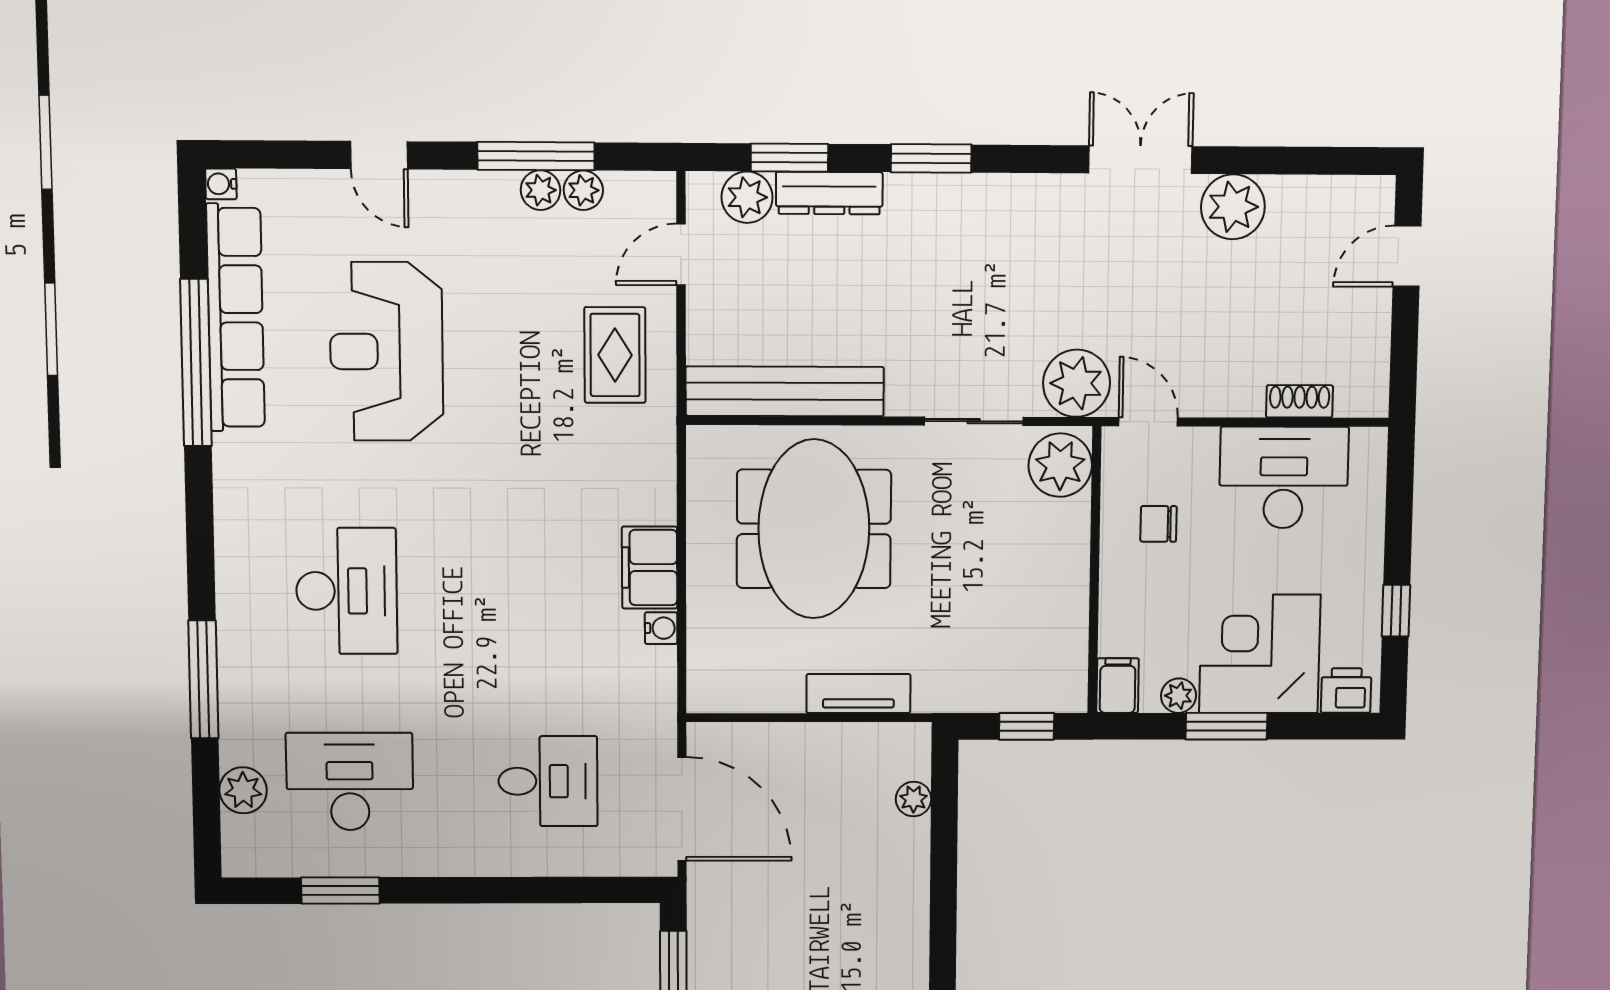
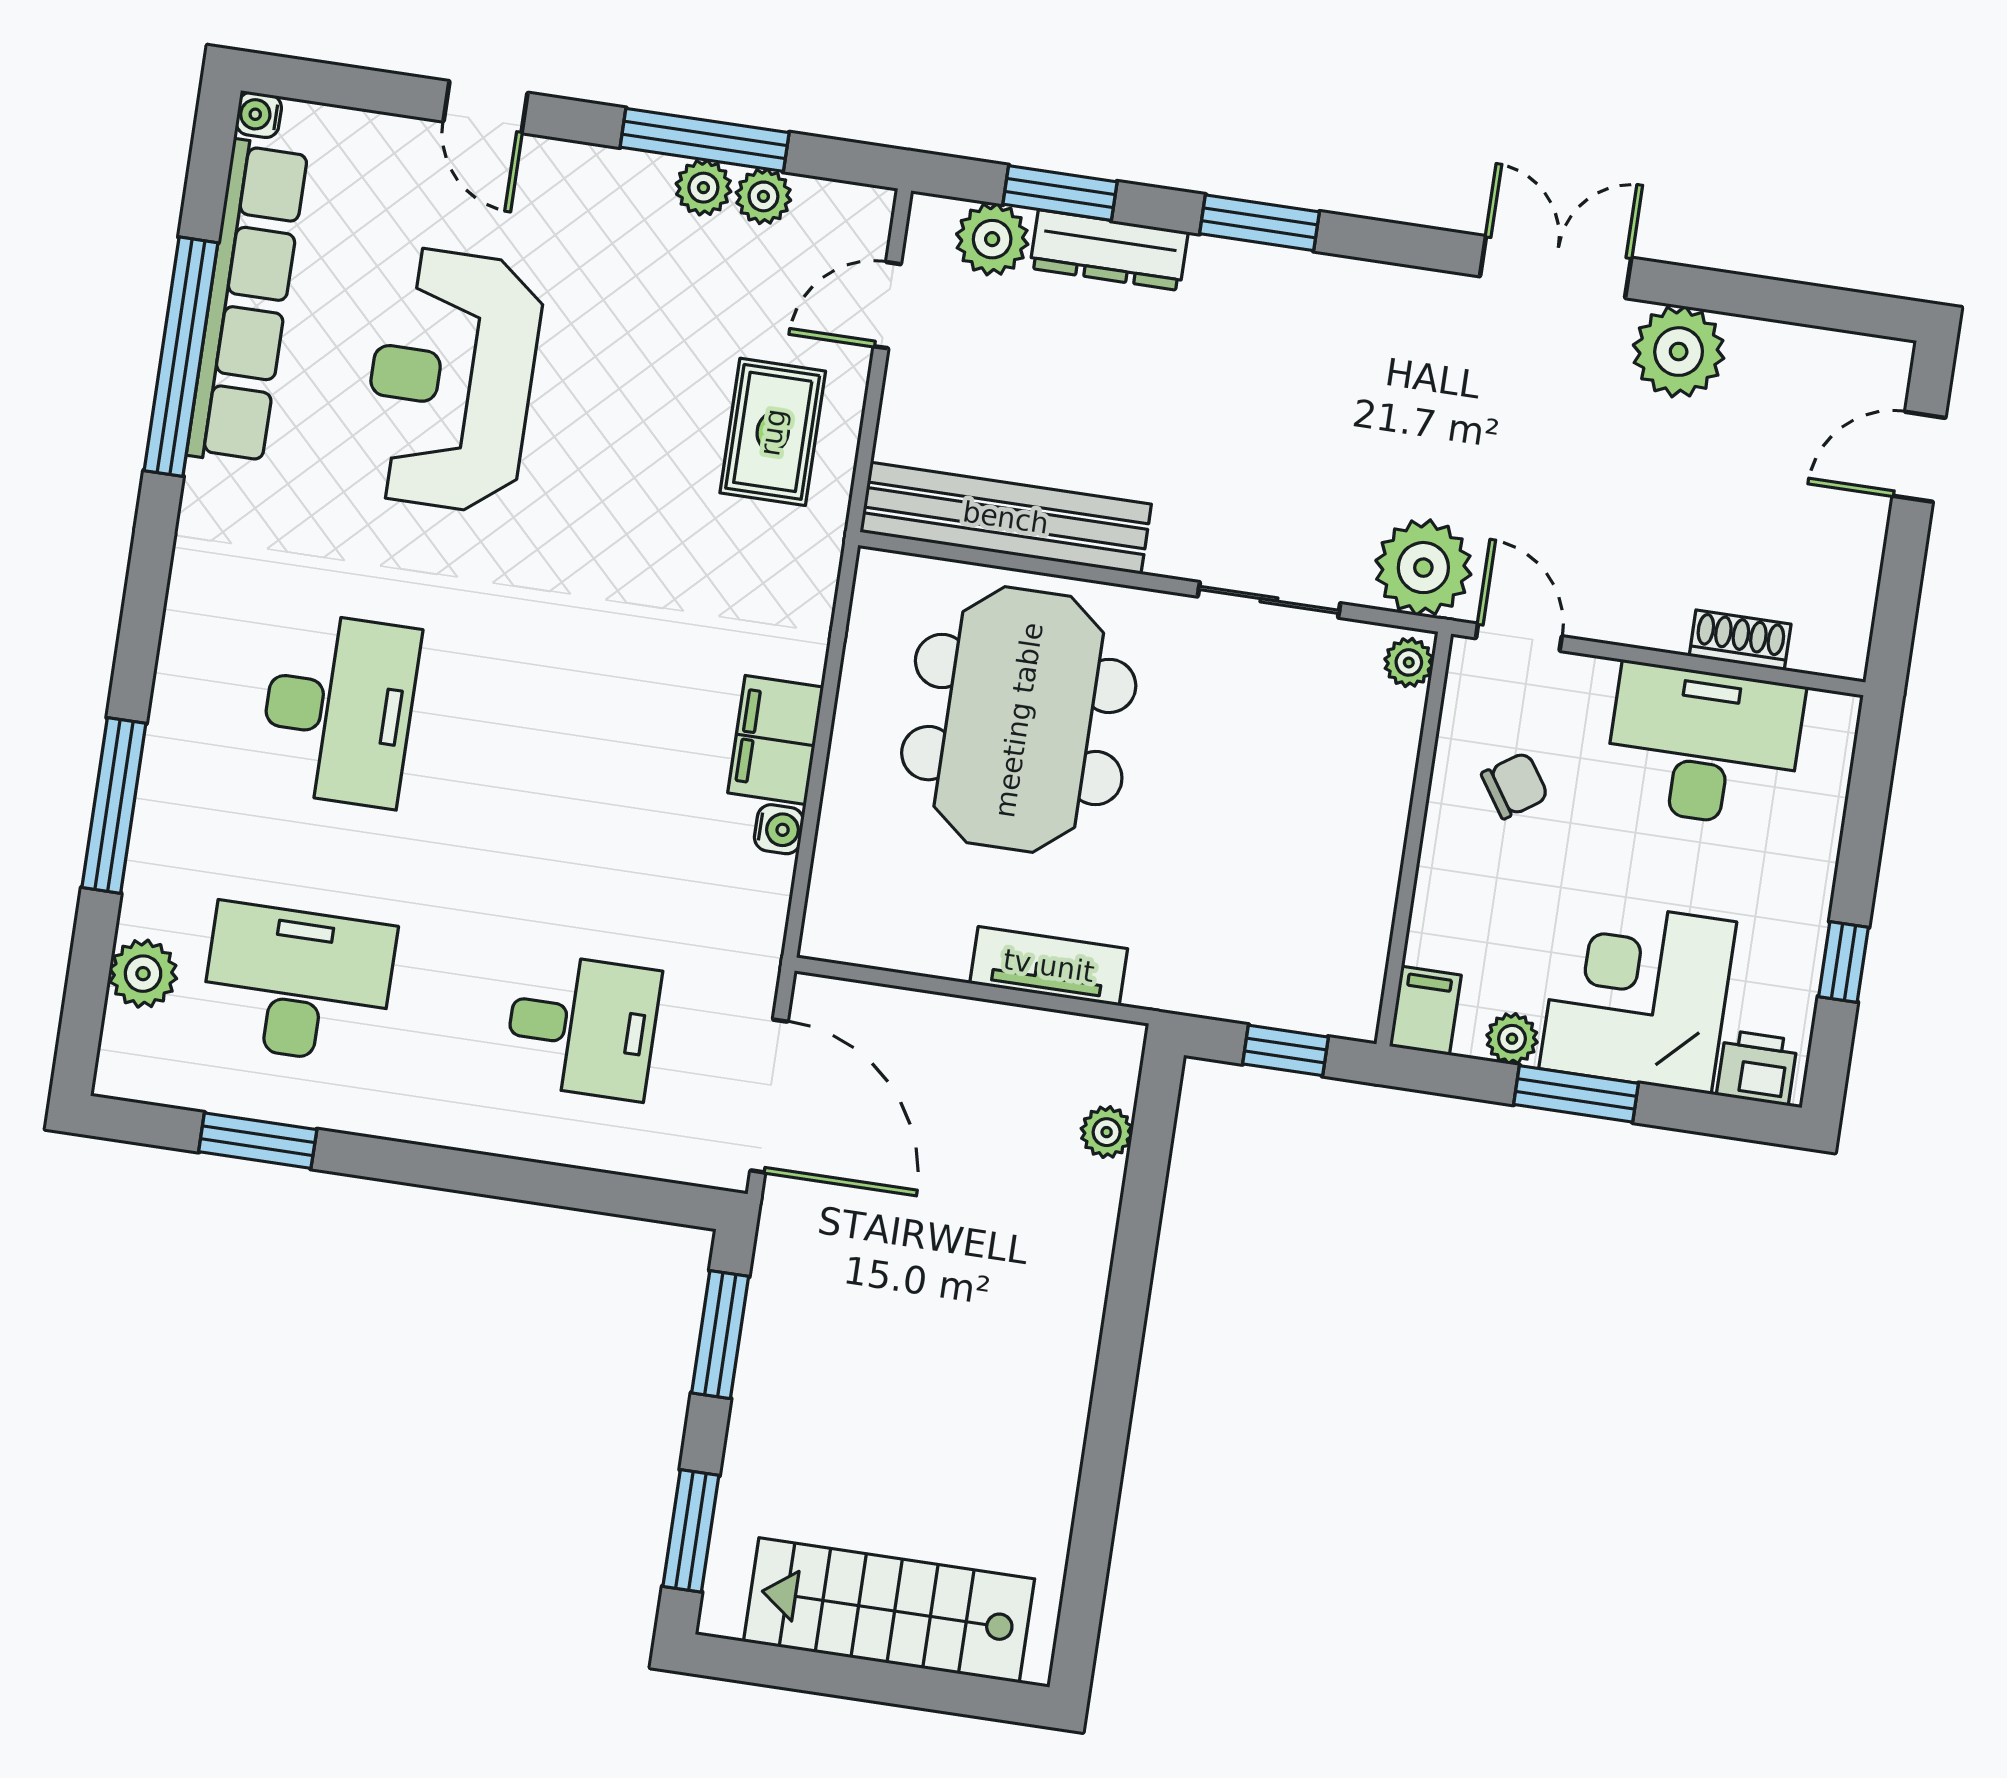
plant: (1060, 465) -> (1409, 662), width x0.53, depth x0.53
chair: (1159, 524) -> (1515, 785), turned 146

